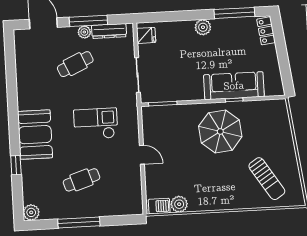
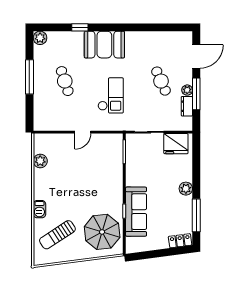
dresser: (109, 31) -> (187, 106), width x0.70
fridge: (146, 35) -> (176, 144), width x1.88, depth x1.34
parasol: (220, 131) -> (102, 232), moved
barbecue: (159, 206) -> (39, 209), moved

